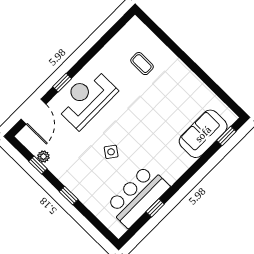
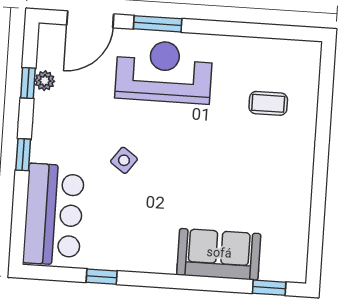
coffee table: (142, 64) -> (268, 103), turned 90
window: (62, 83) -> (158, 24), width x1.50
sofa: (203, 134) -> (219, 254), moved
bar counter: (138, 196) -> (54, 215), moved, turned 90

